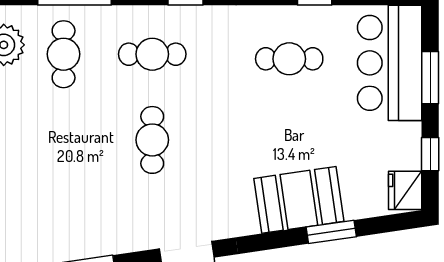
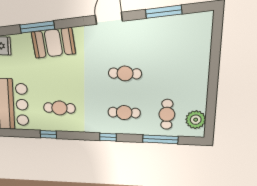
cafe table: (152, 140) -> (125, 73), turned 90
window: (331, 232) -> (37, 27), width x1.44

